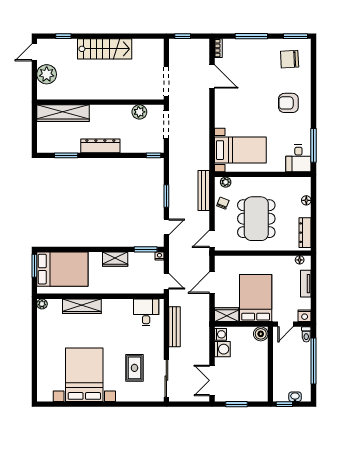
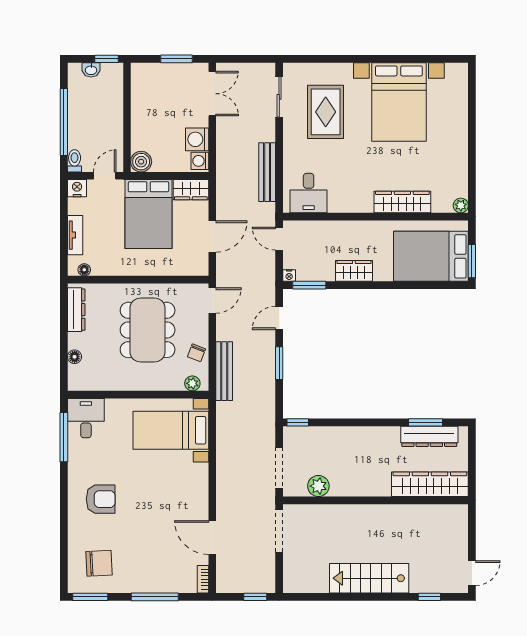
plant: (47, 74) -> (454, 541), removed
dresser: (100, 146) -> (429, 436), moved
rug: (134, 368) -> (326, 112), width x1.36, depth x1.43
sliding door: (166, 378) -> (279, 97), width x0.73

